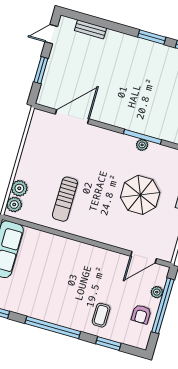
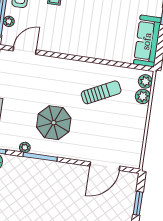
plant: (142, 145) -> (25, 147), moved
parasol: (140, 195) -> (54, 123), moved
sun lounger: (65, 199) -> (101, 92), turned 64

